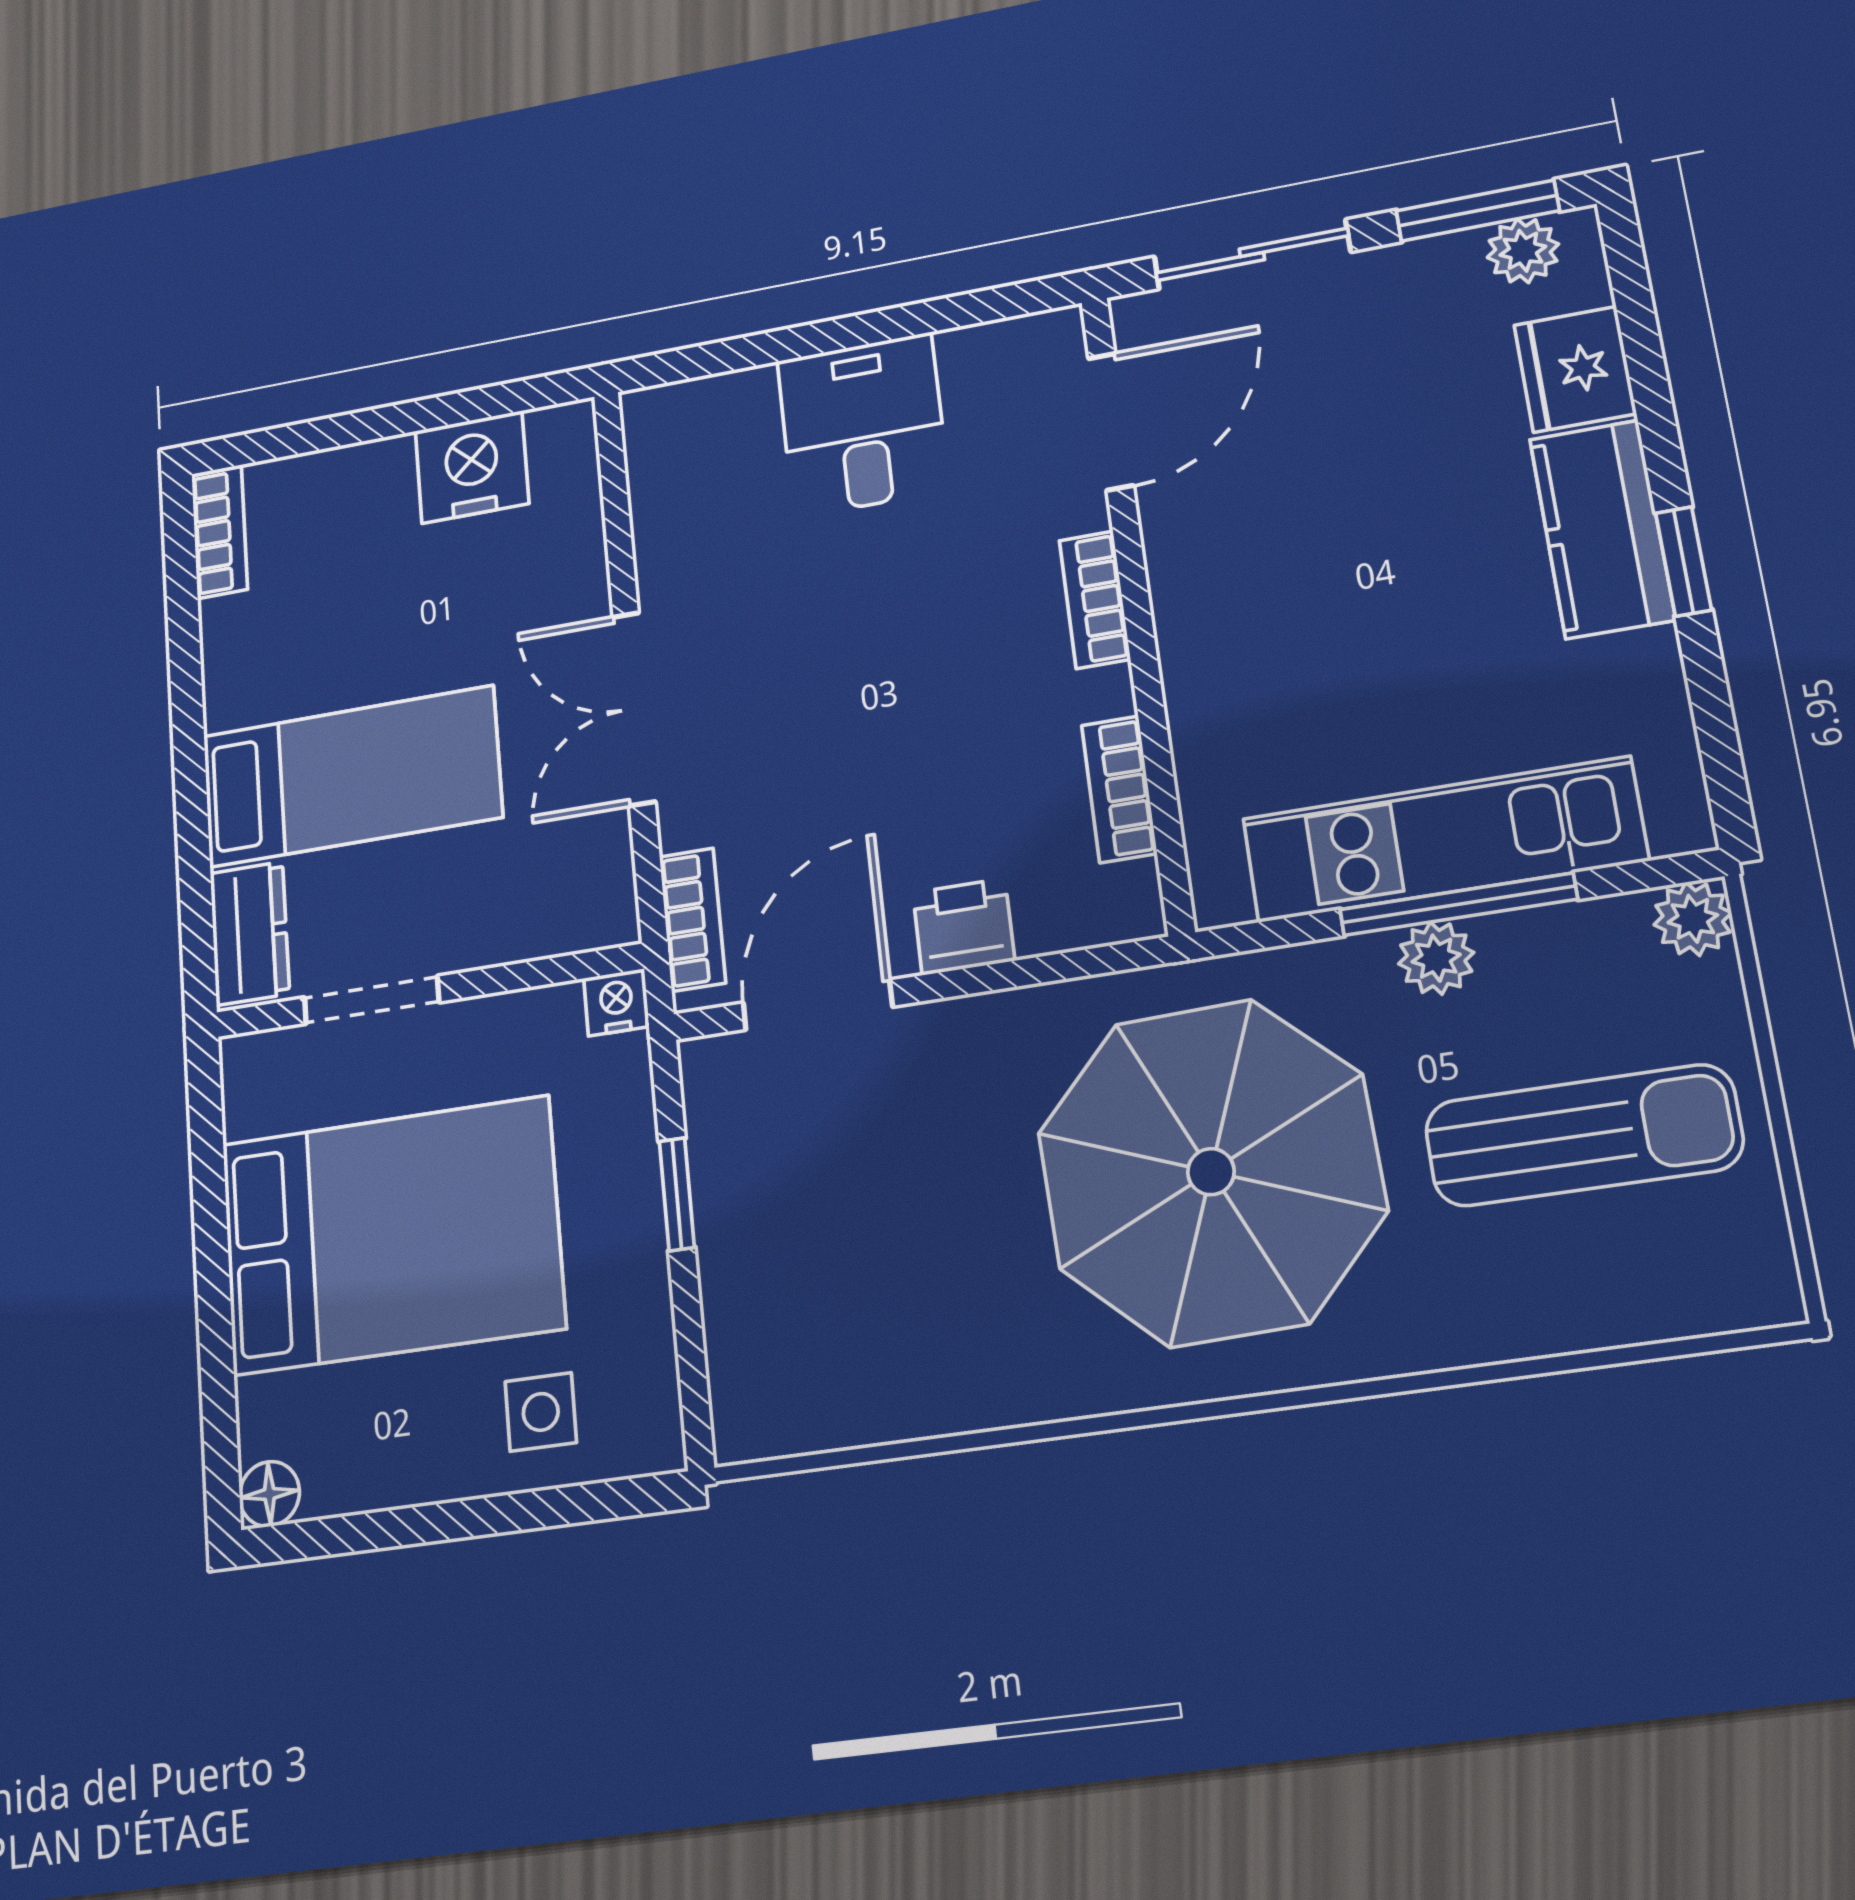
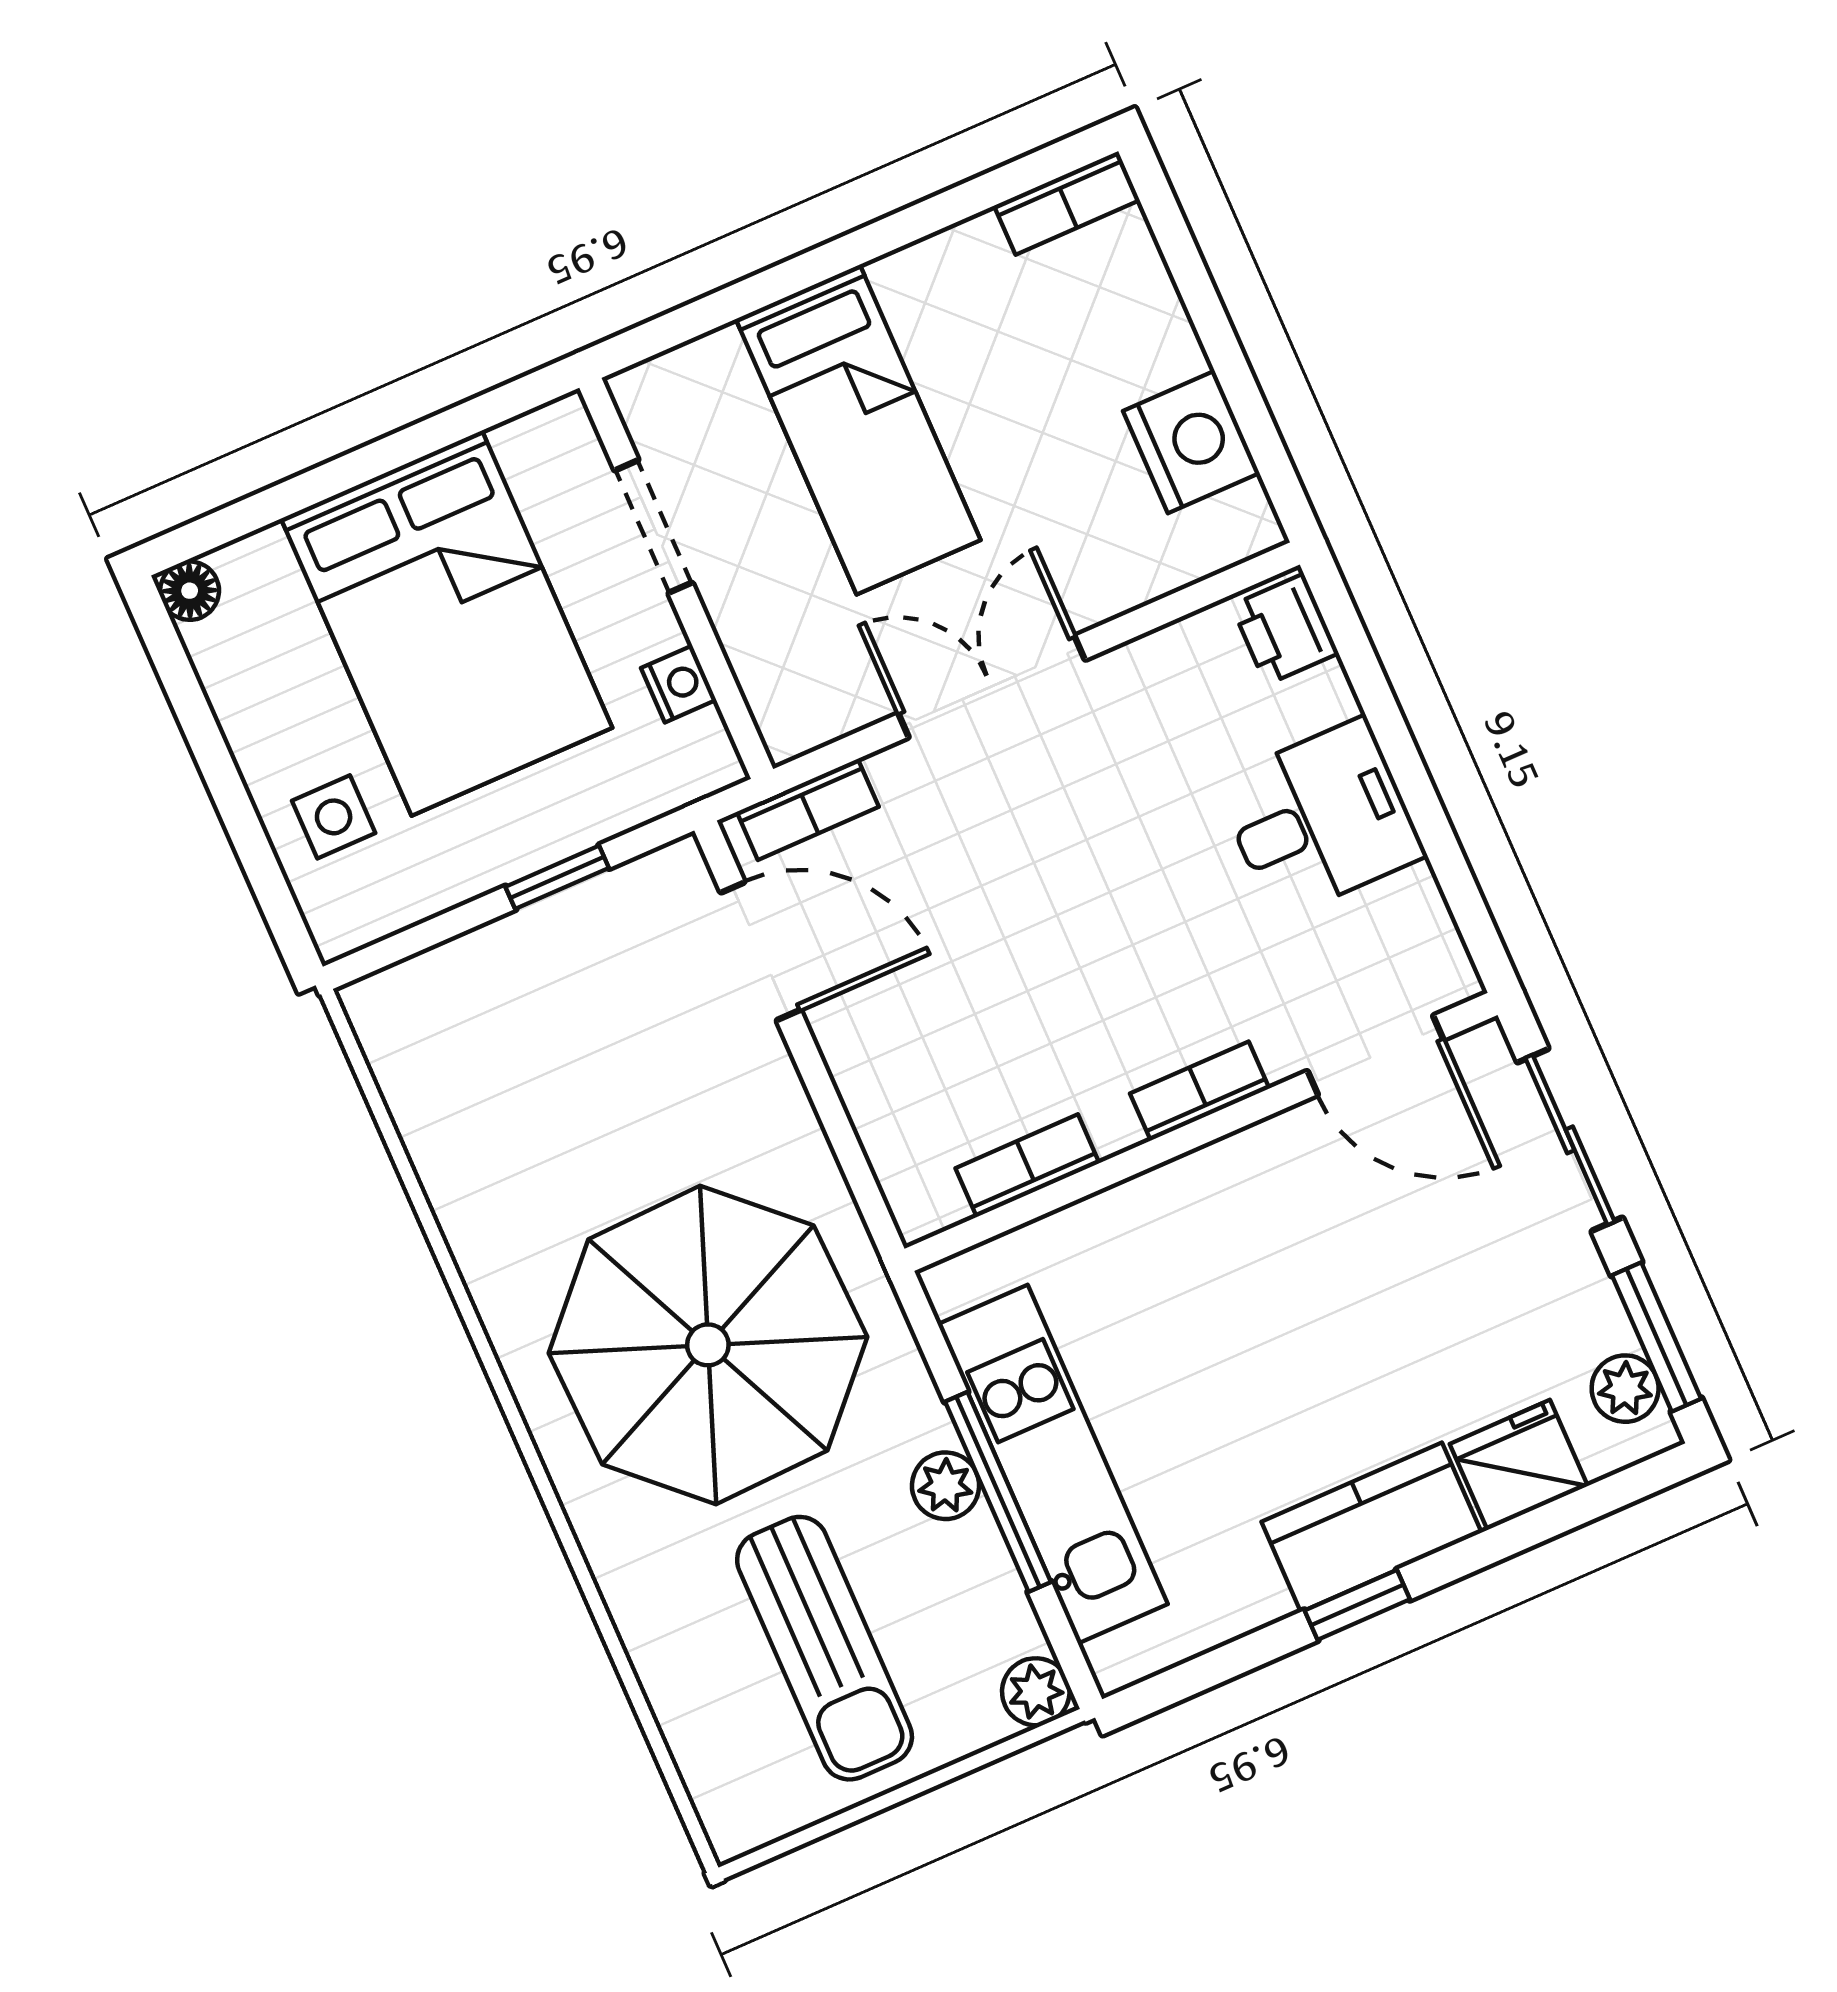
printer: (964, 927) -> (1285, 629), moved, turned 180
dresser: (250, 933) -> (684, 383), removed
nightstand: (616, 1002) -> (679, 684), moved

